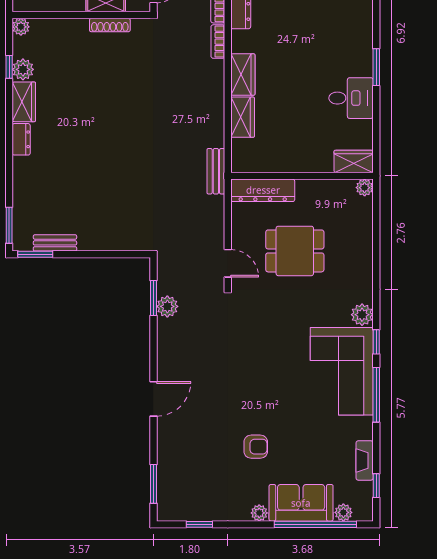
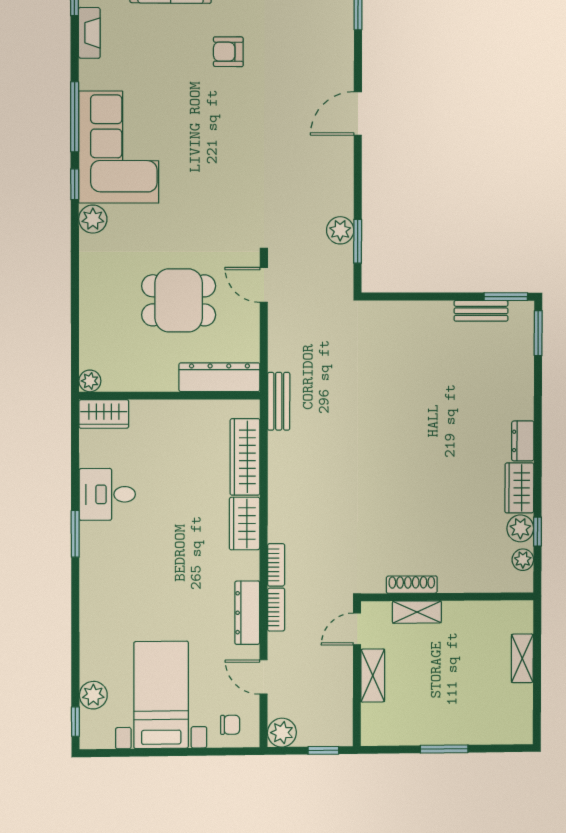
plant: (21, 27) -> (523, 560), moved
wardrobe: (243, 117) -> (245, 457), width x1.50

